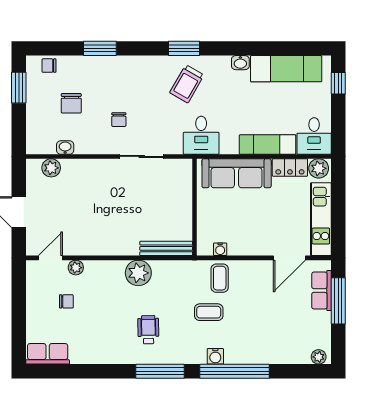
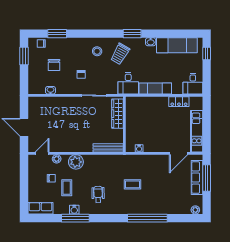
window: (100, 48) -> (57, 34), moved
window: (184, 48) -> (132, 34), moved
stool: (147, 79) -> (97, 51), added
exam couch: (268, 145) -> (155, 89), moved
plant: (51, 168) -> (43, 102), removed
plant: (319, 168) -> (195, 102), removed
sofa: (237, 173) -> (148, 105), removed
wardrobe: (182, 188) -> (118, 114), added
plant: (138, 273) -> (76, 162), moved
coffee table: (220, 278) -> (67, 188), moved
row of seats: (321, 291) -> (197, 178), width x1.48
water cooler: (215, 356) -> (74, 210), moved
window: (160, 371) -> (75, 218), moved

